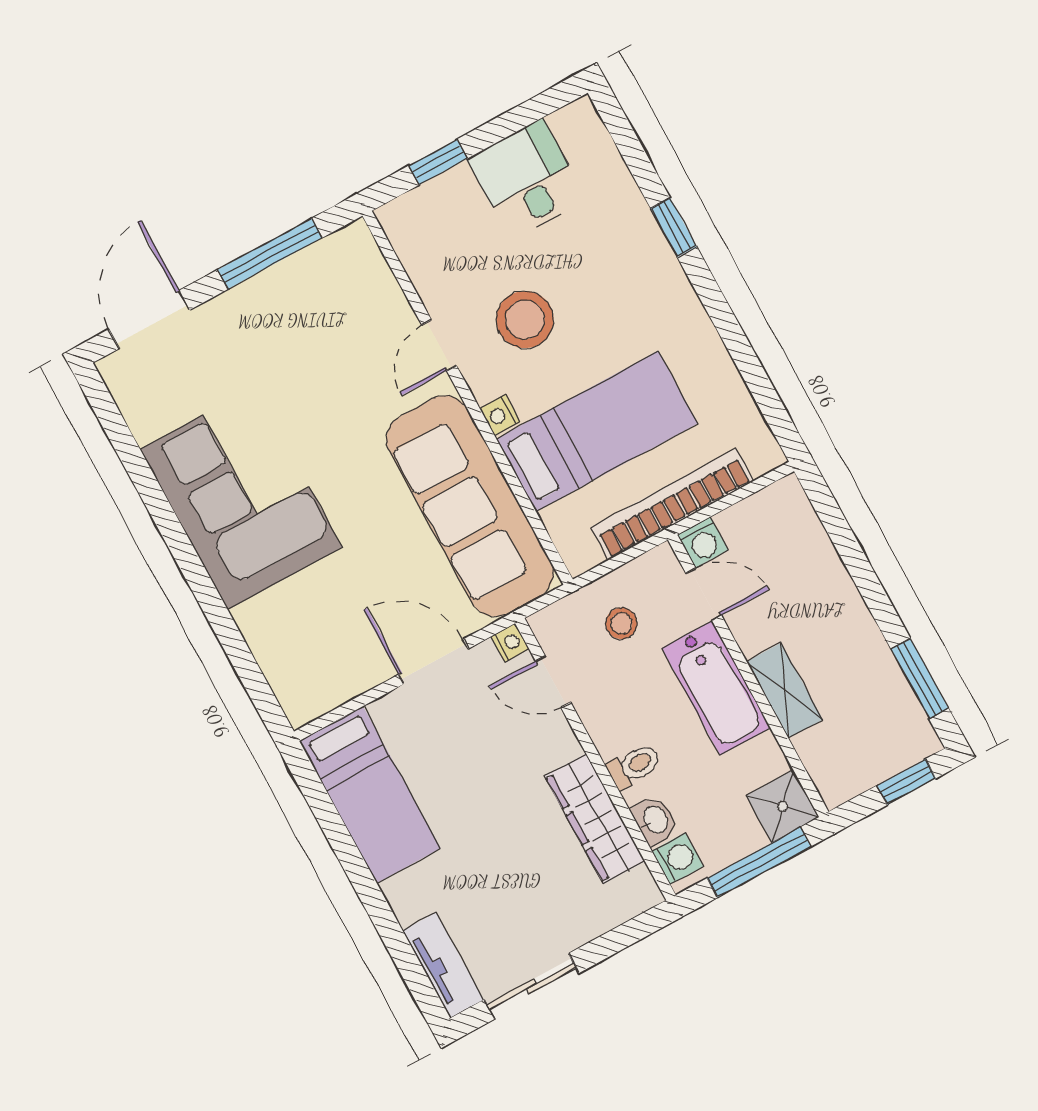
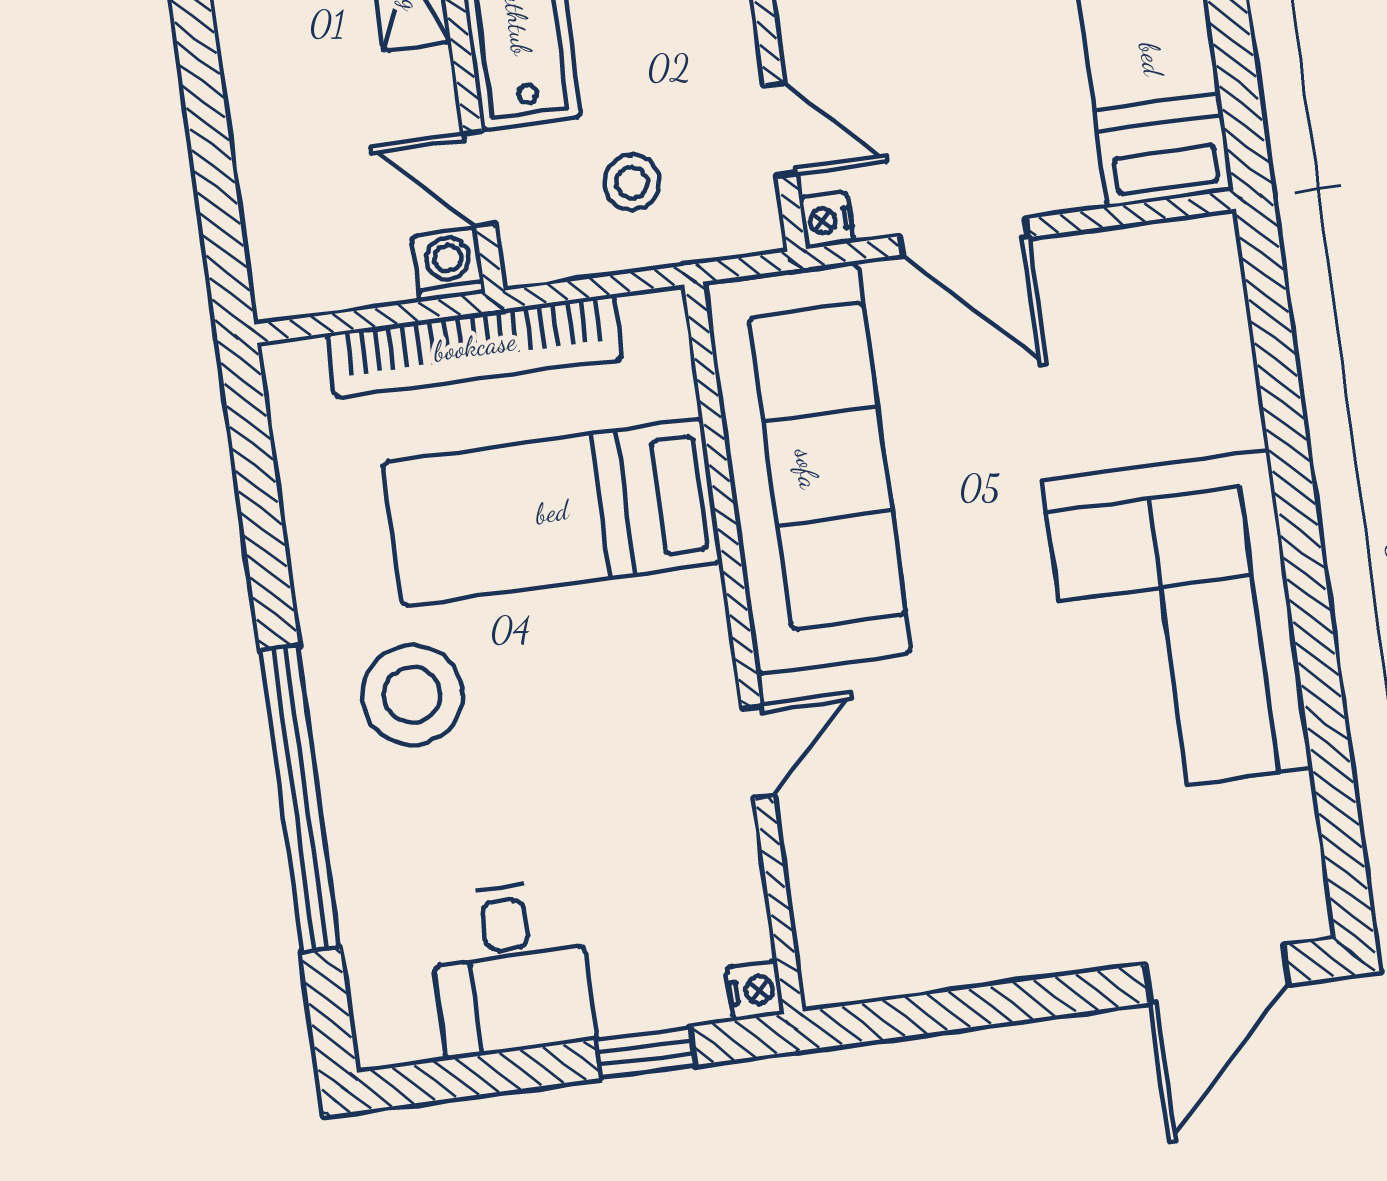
window: (674, 227) -> (300, 799), width x3.17
window: (270, 254) -> (978, 1007), removed
stool: (525, 320) -> (412, 695), moved
nightstand: (500, 415) -> (755, 991), moved

